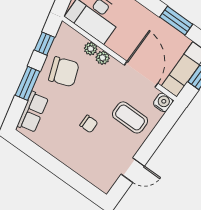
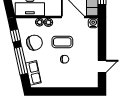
window: (28, 83) -> (21, 61), width x1.44
coffee table: (130, 117) -> (62, 42), moved

